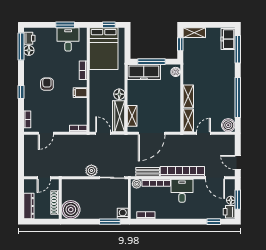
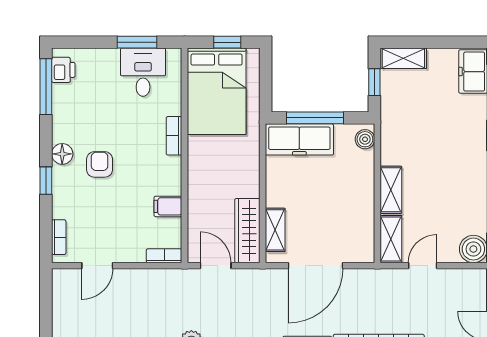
floor lamp: (29, 50) -> (62, 154), moved
filing cabinet: (80, 93) -> (168, 206), moved
floor lamp: (119, 94) -> (249, 185), removed

